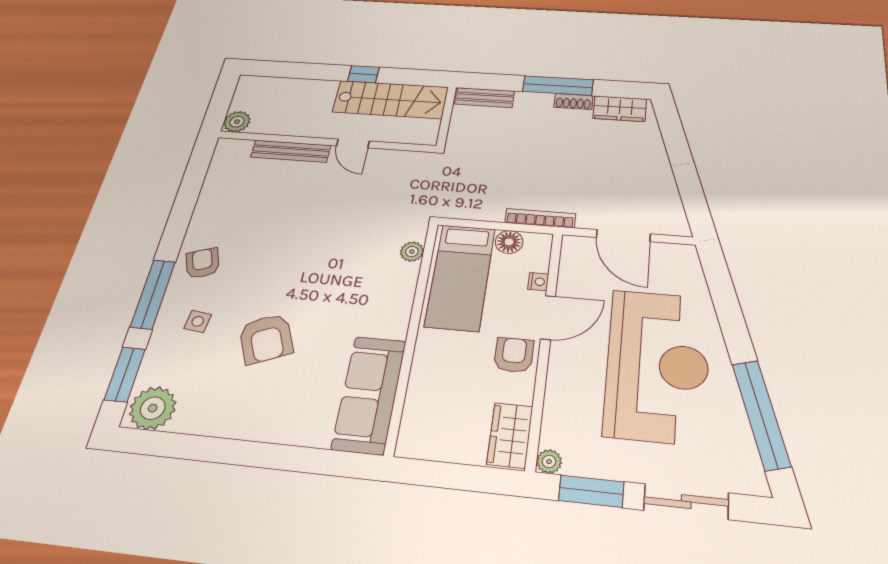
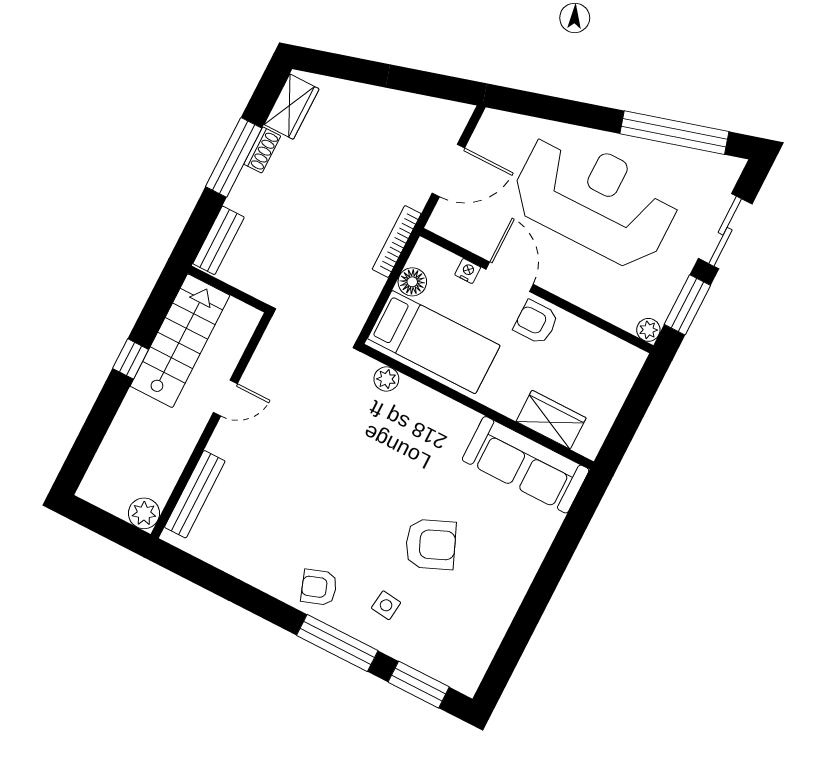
bench: (291, 151) -> (195, 494), moved
plant: (153, 408) -> (465, 664), removed
wardrobe: (510, 435) -> (551, 420), moved, turned 180

